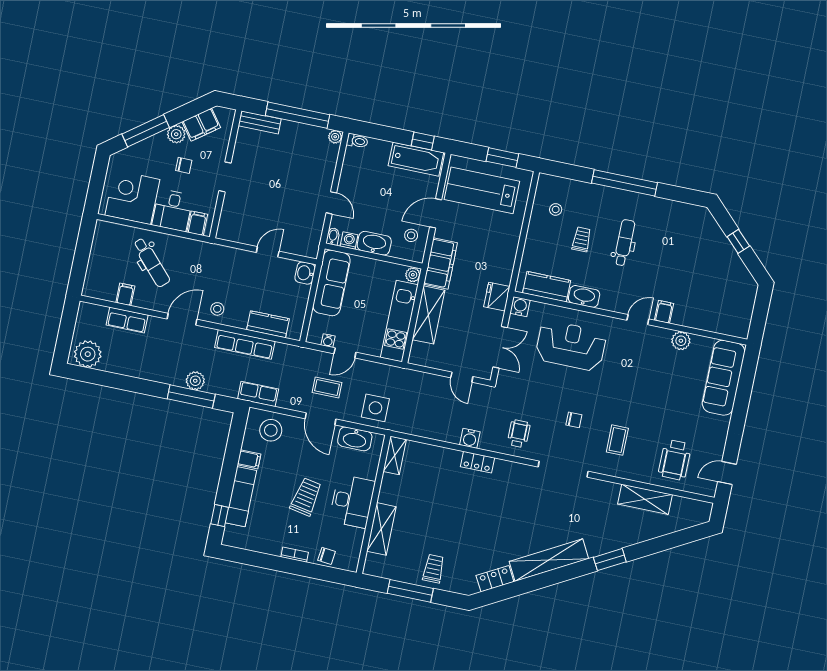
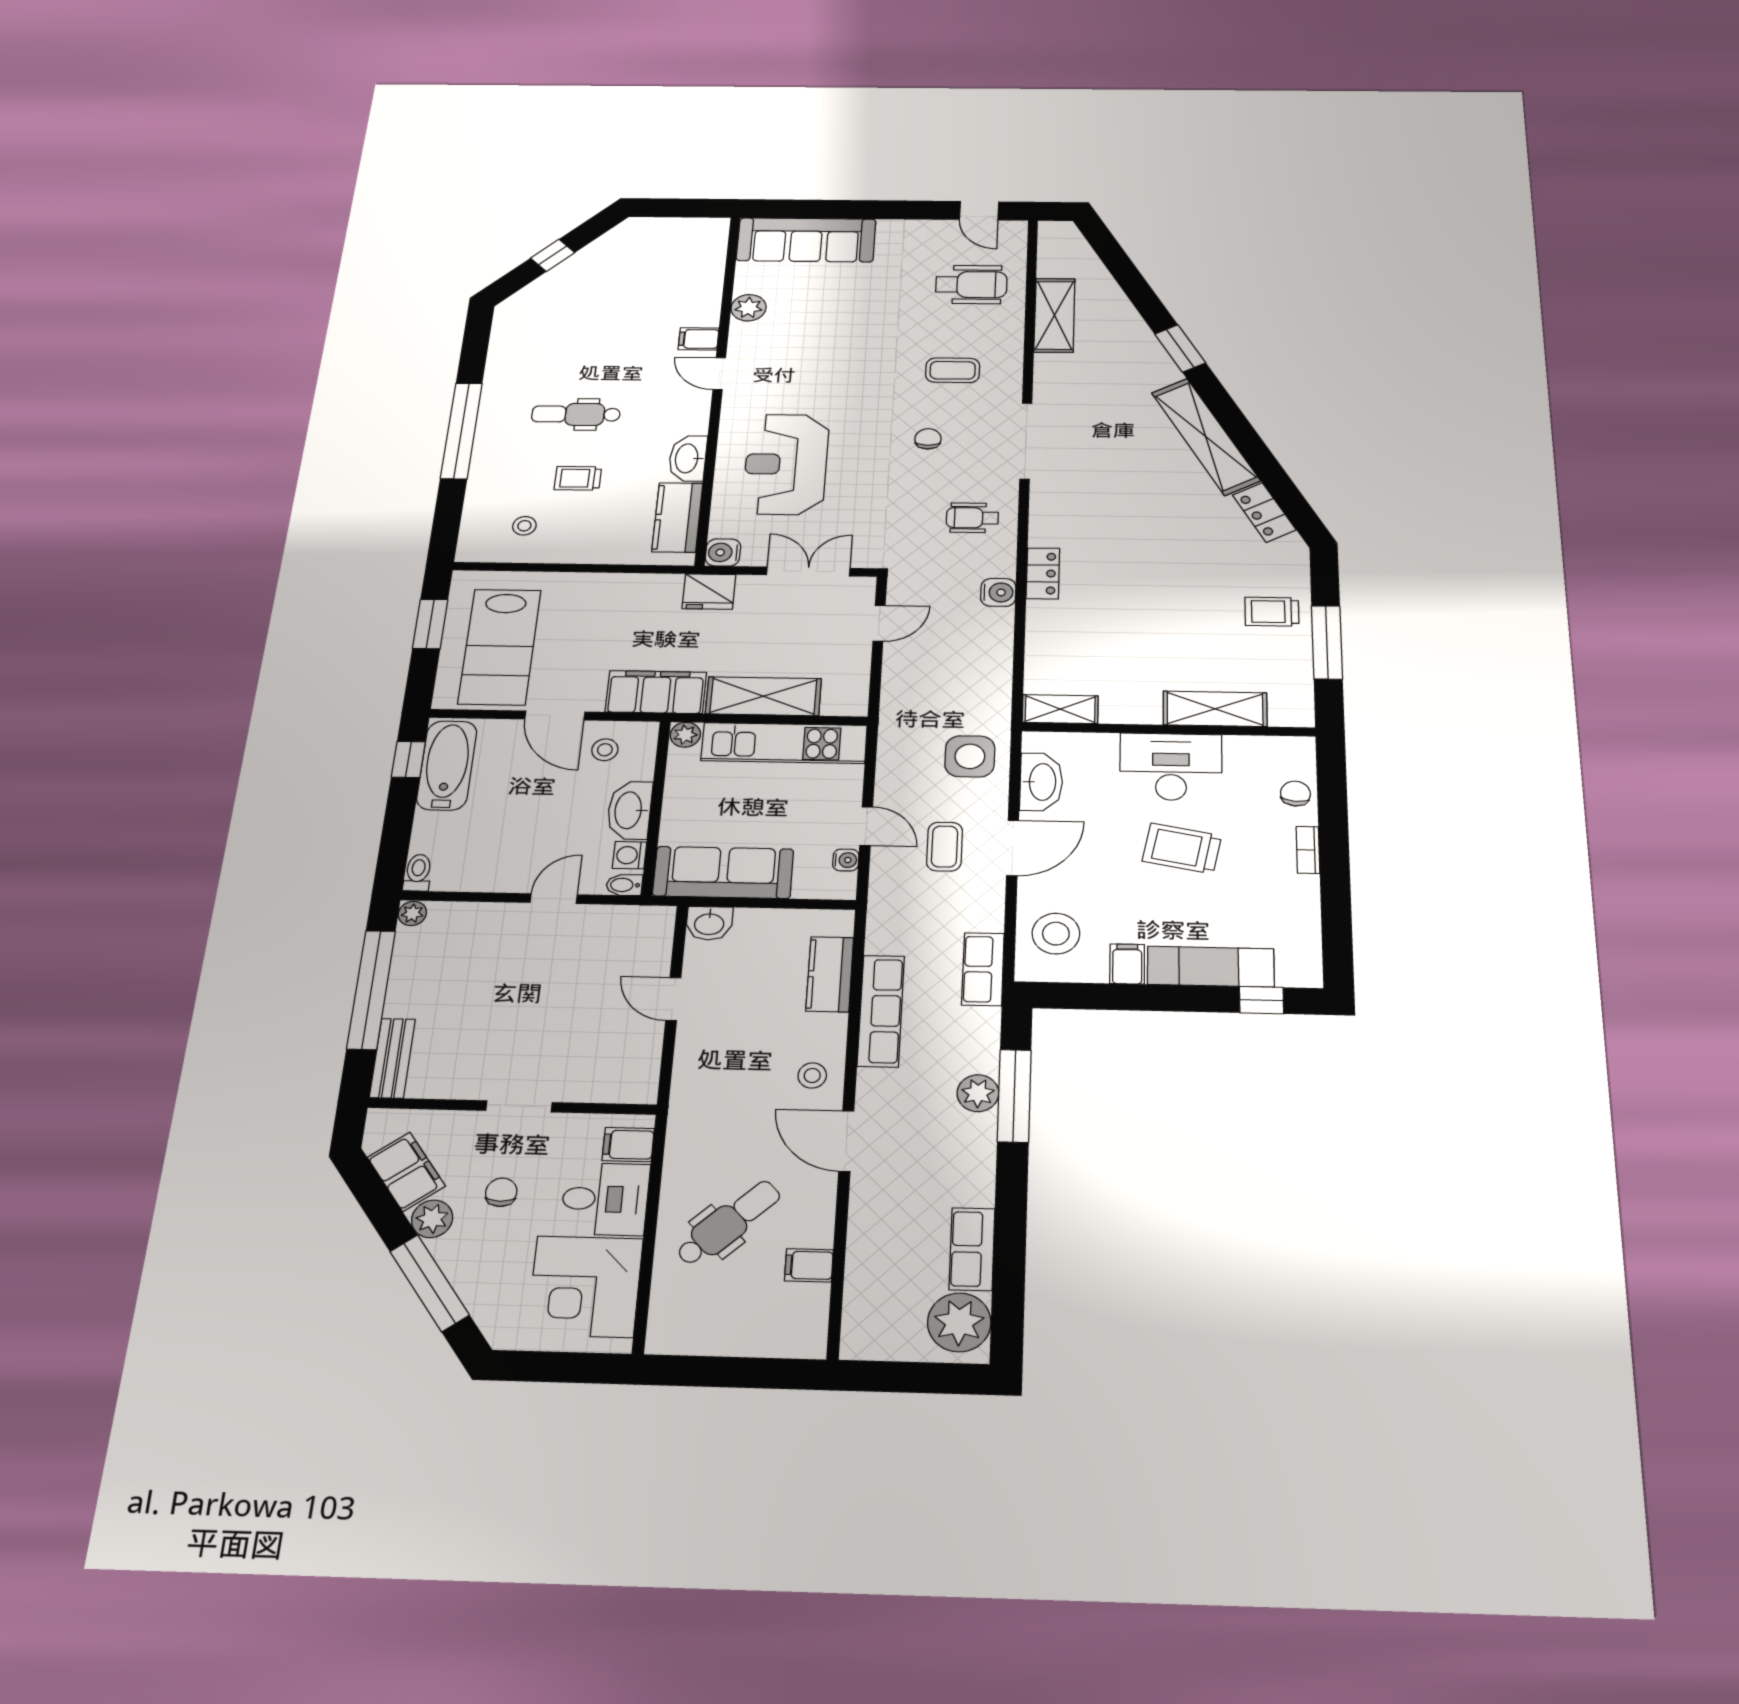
row of seats: (127, 320) -> (972, 1249), moved, turned 180

